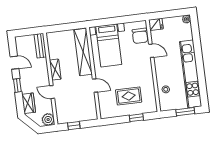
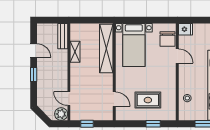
shelving: (55, 70) -> (75, 52), moved
door: (95, 86) -> (114, 99), moved
door: (52, 92) -> (69, 99), moved
wardrobe: (29, 103) -> (43, 95), removed

